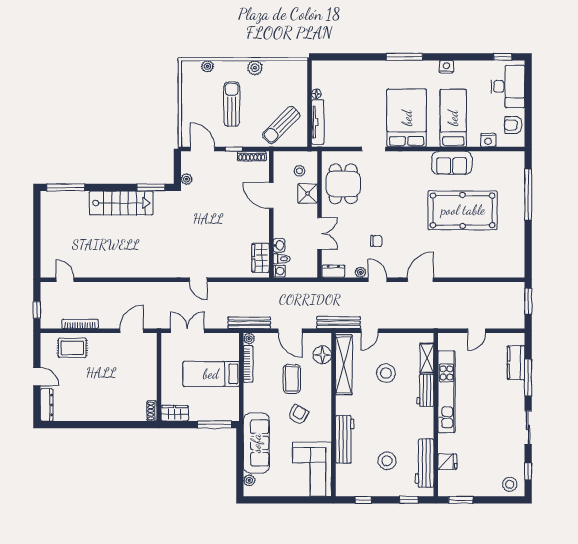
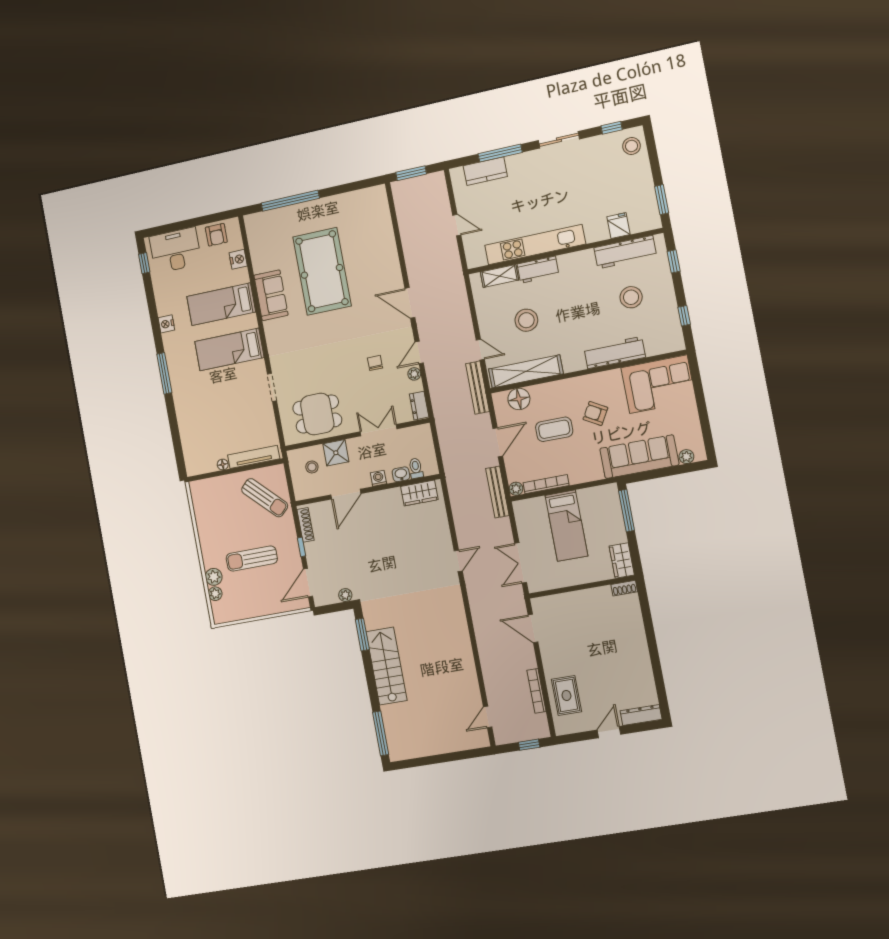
plant: (255, 68) -> (214, 577), moved
bed: (407, 118) -> (229, 350), width x0.67
washing machine: (279, 271) -> (378, 478), moved

